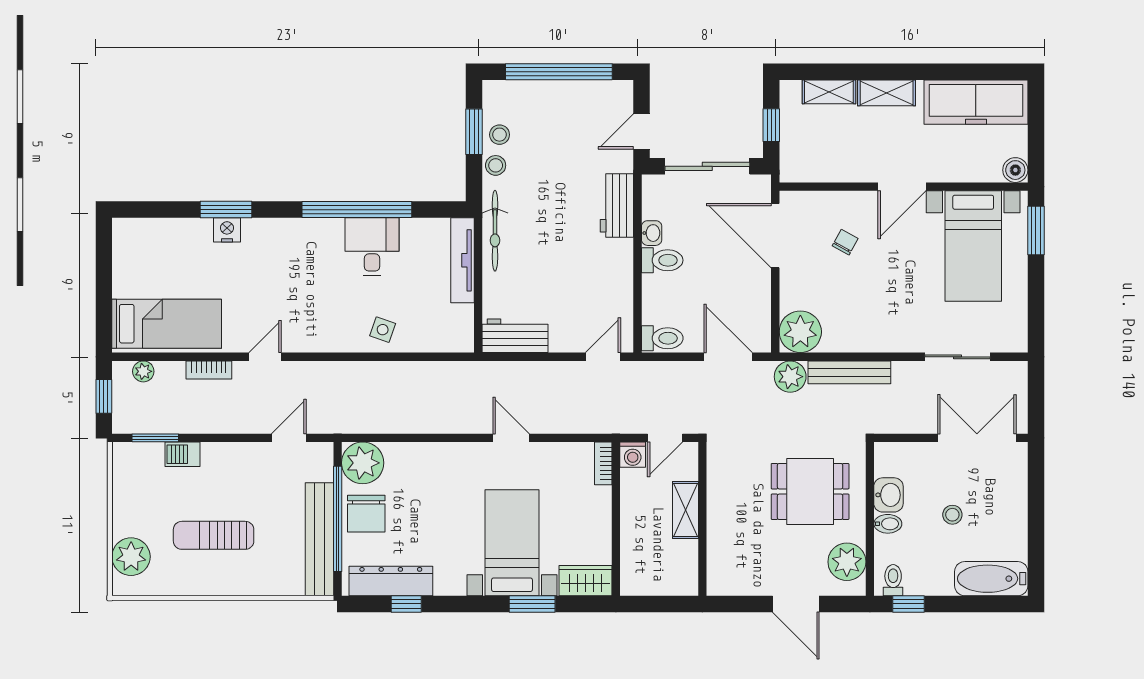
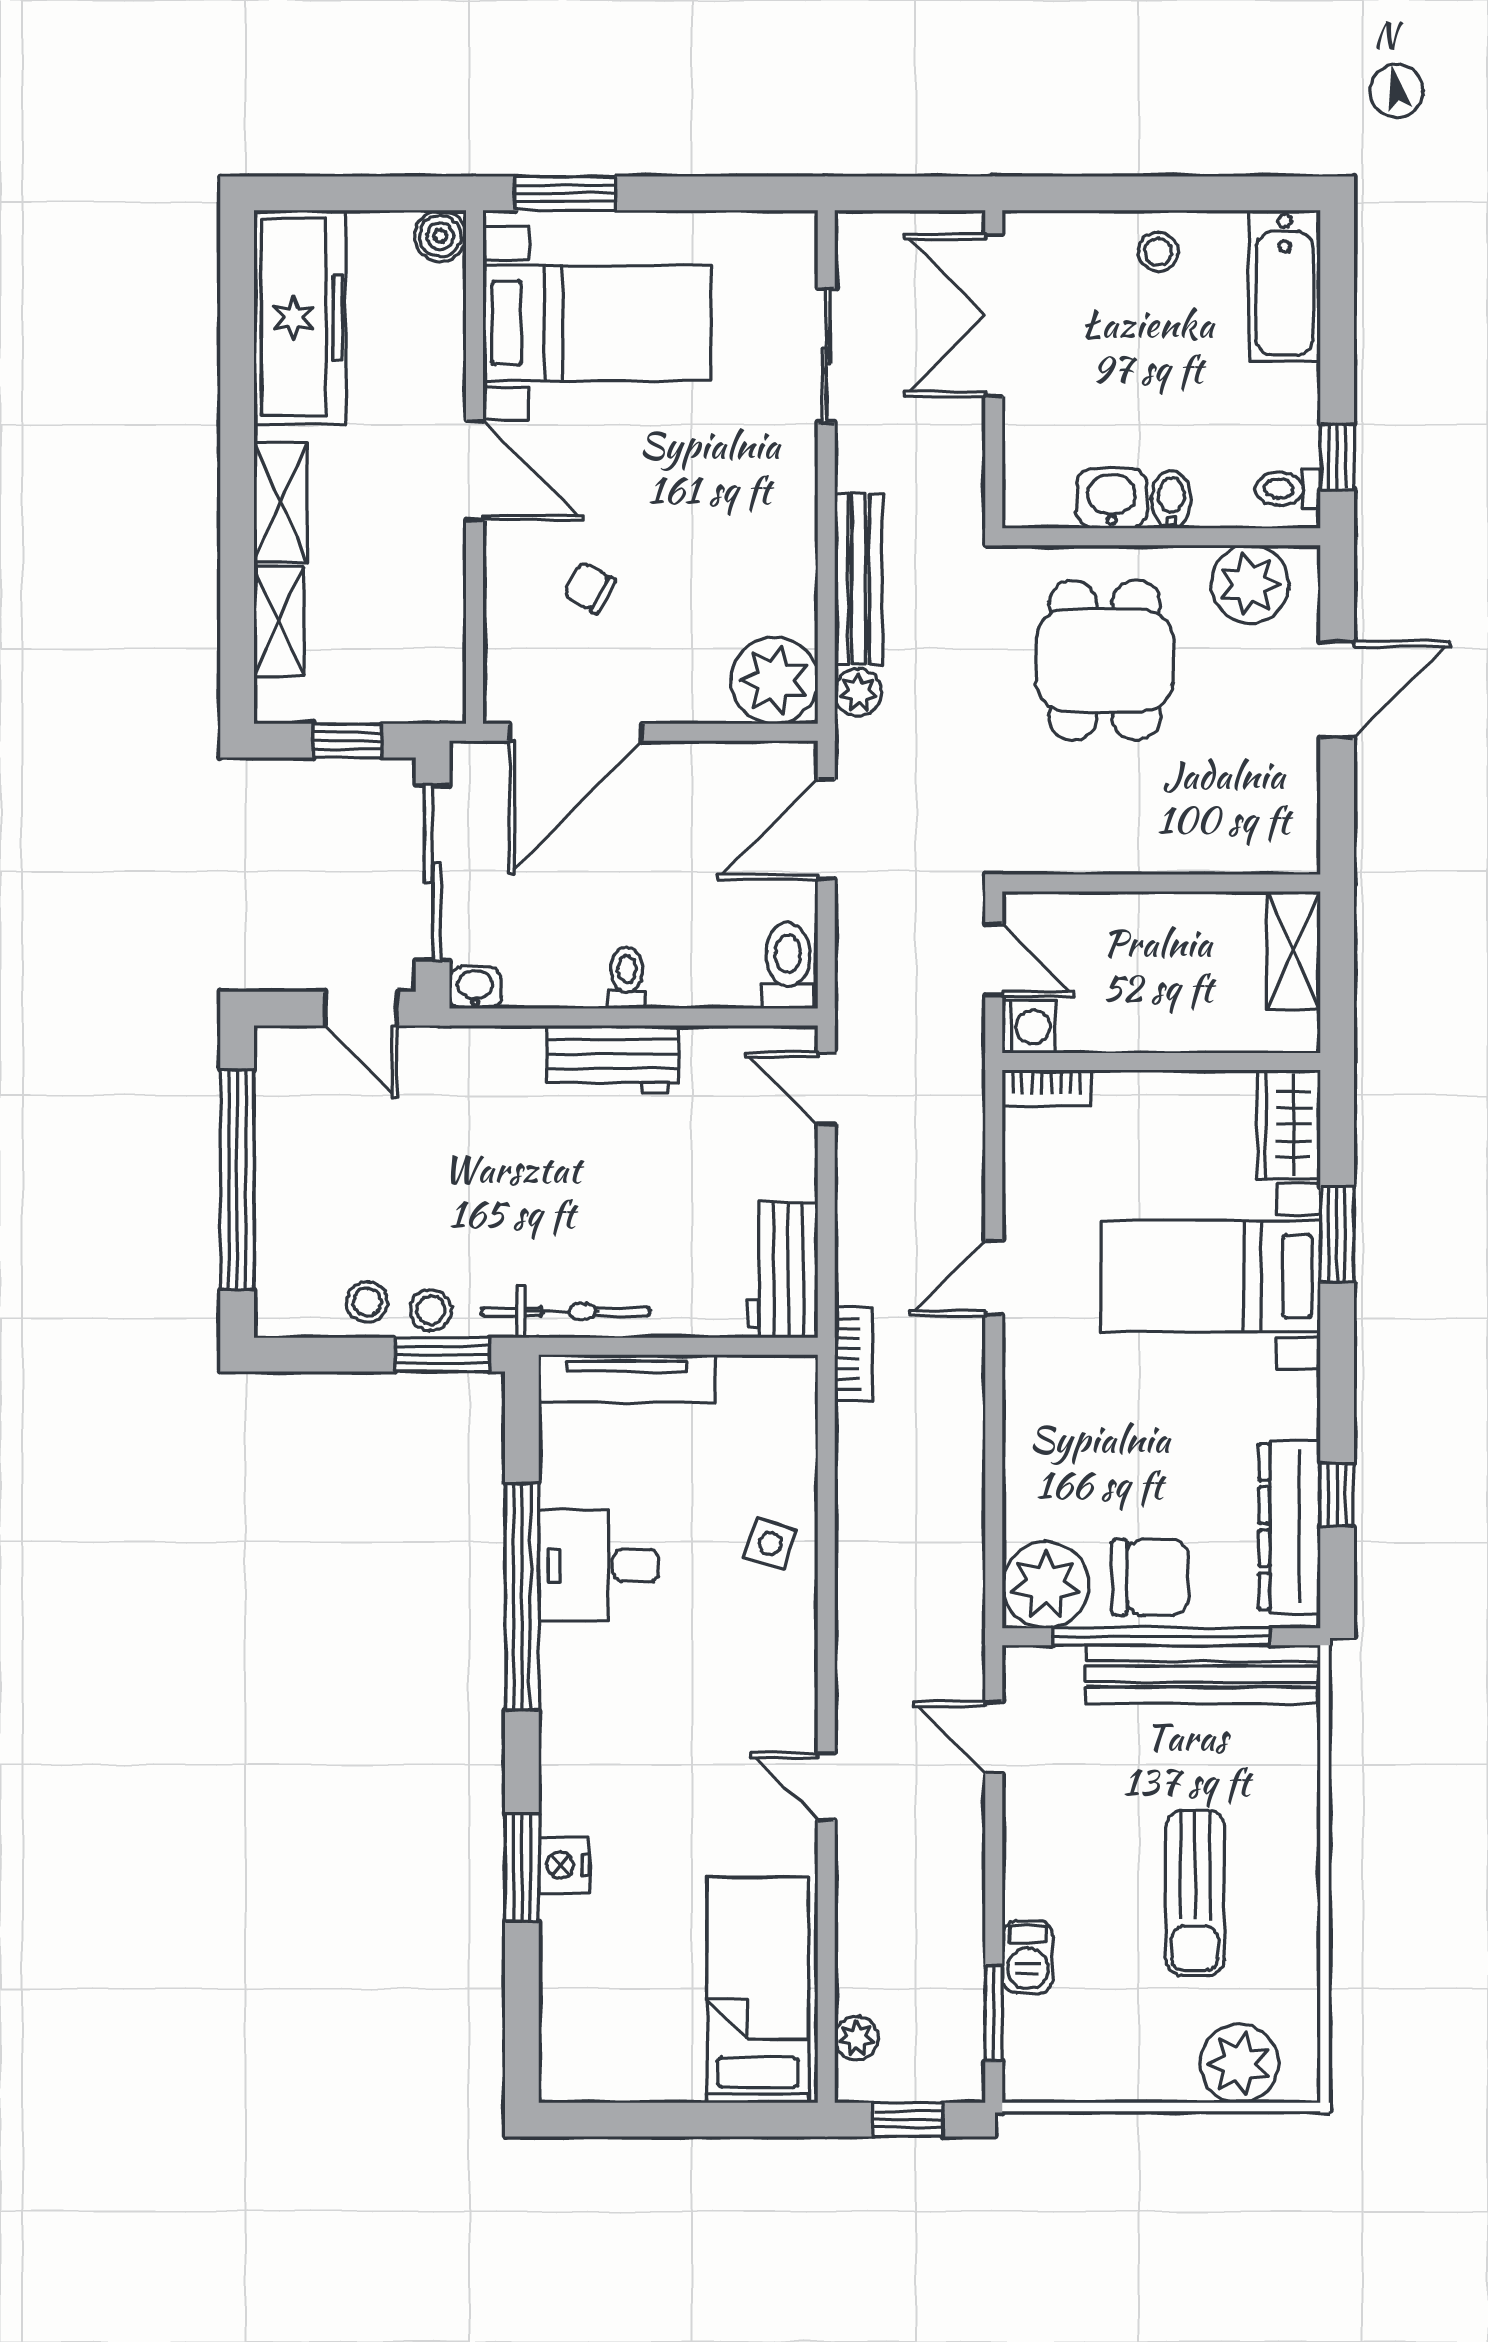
window: (474, 132) -> (442, 1355), moved
workbench: (617, 205) -> (613, 1059), moved
washbasin: (652, 233) -> (475, 988), moved
toilet: (662, 260) -> (627, 978), width x0.73, depth x0.72
bookcase: (209, 370) -> (853, 1354), moved
plant: (790, 377) -> (858, 692), width x0.73, depth x0.73
shelving: (685, 510) -> (1294, 950), moved, turned 90
stool: (952, 515) -> (1158, 252), moved

